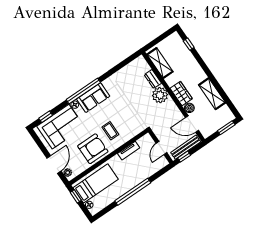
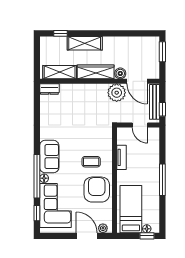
dresser: (153, 79) -> (49, 89), moved
window: (83, 91) -> (37, 176), moved
wardrobe: (181, 94) -> (96, 72), width x1.50
shelving: (212, 94) -> (85, 43), moved
plant: (160, 95) -> (117, 93), moved
door: (192, 124) -> (137, 81), hinge flipped
window: (133, 192) -> (162, 180), width x0.68
window: (76, 196) -> (147, 236), moved

